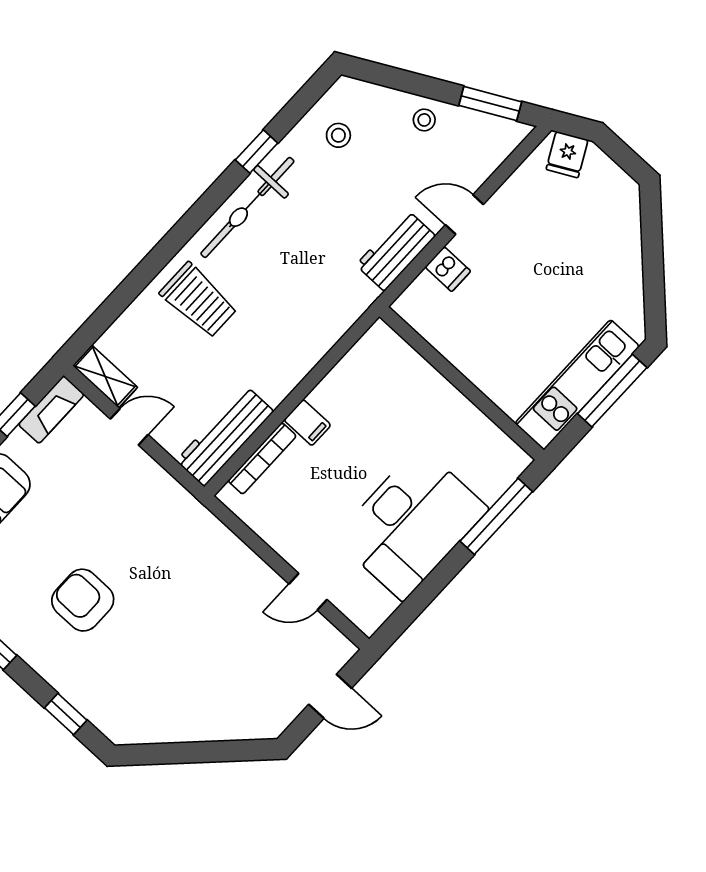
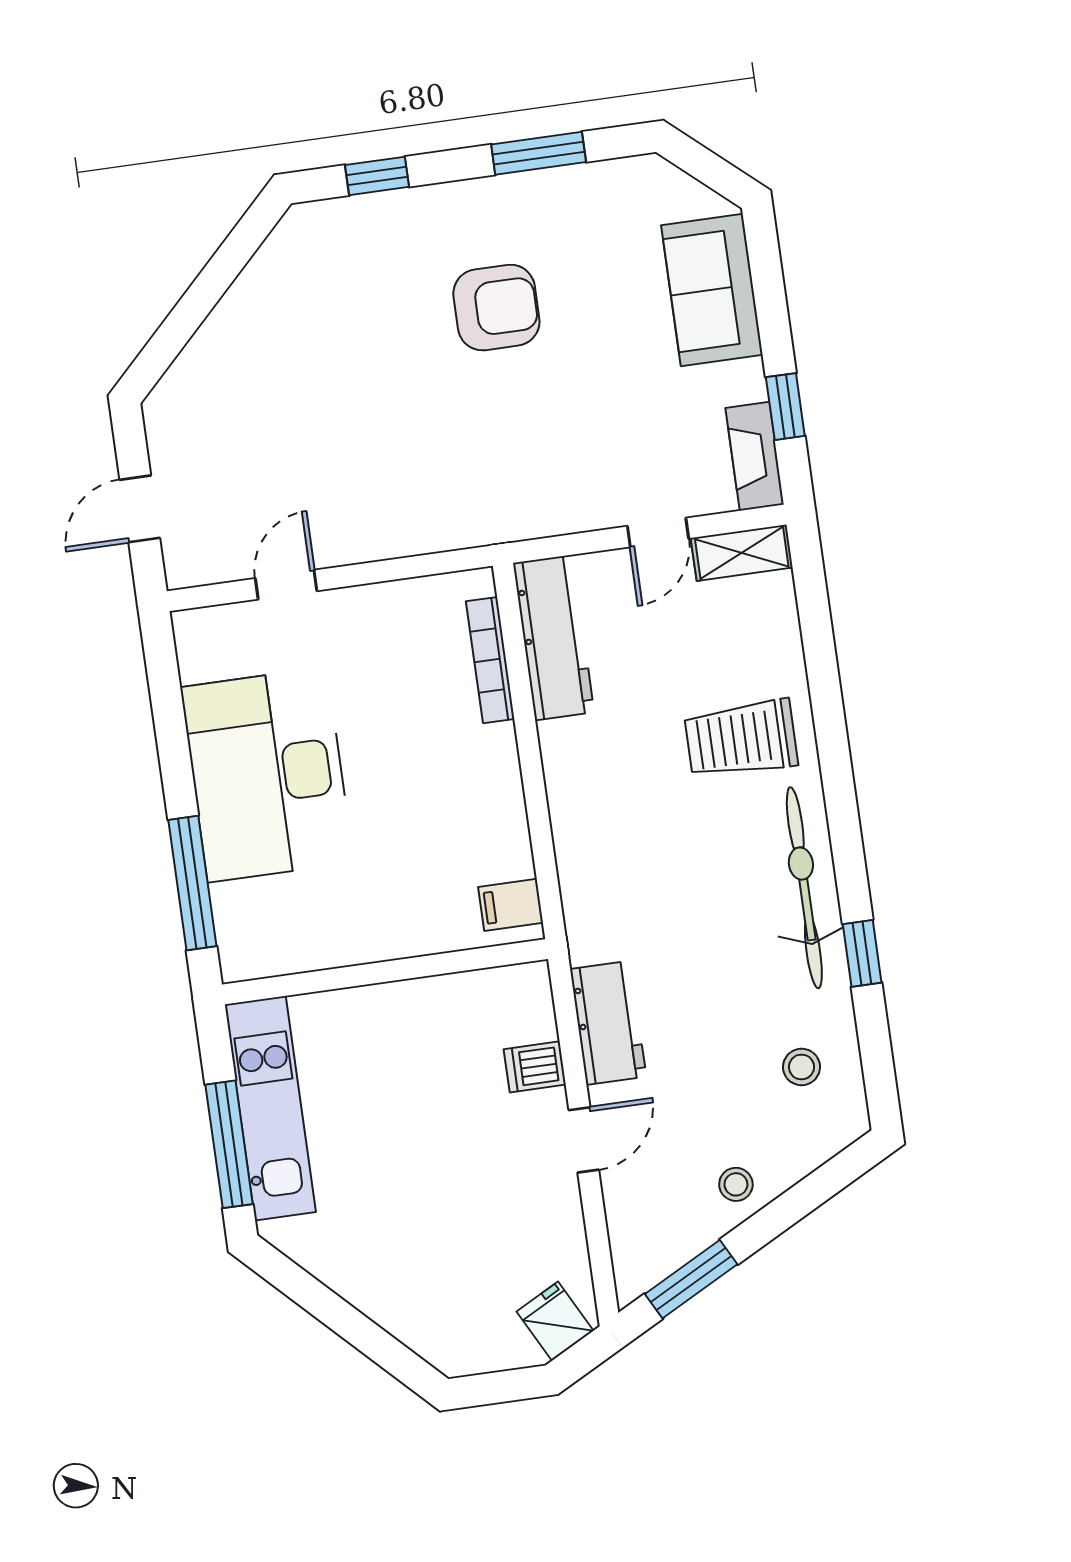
filing cabinet: (307, 423) -> (511, 905), moved

